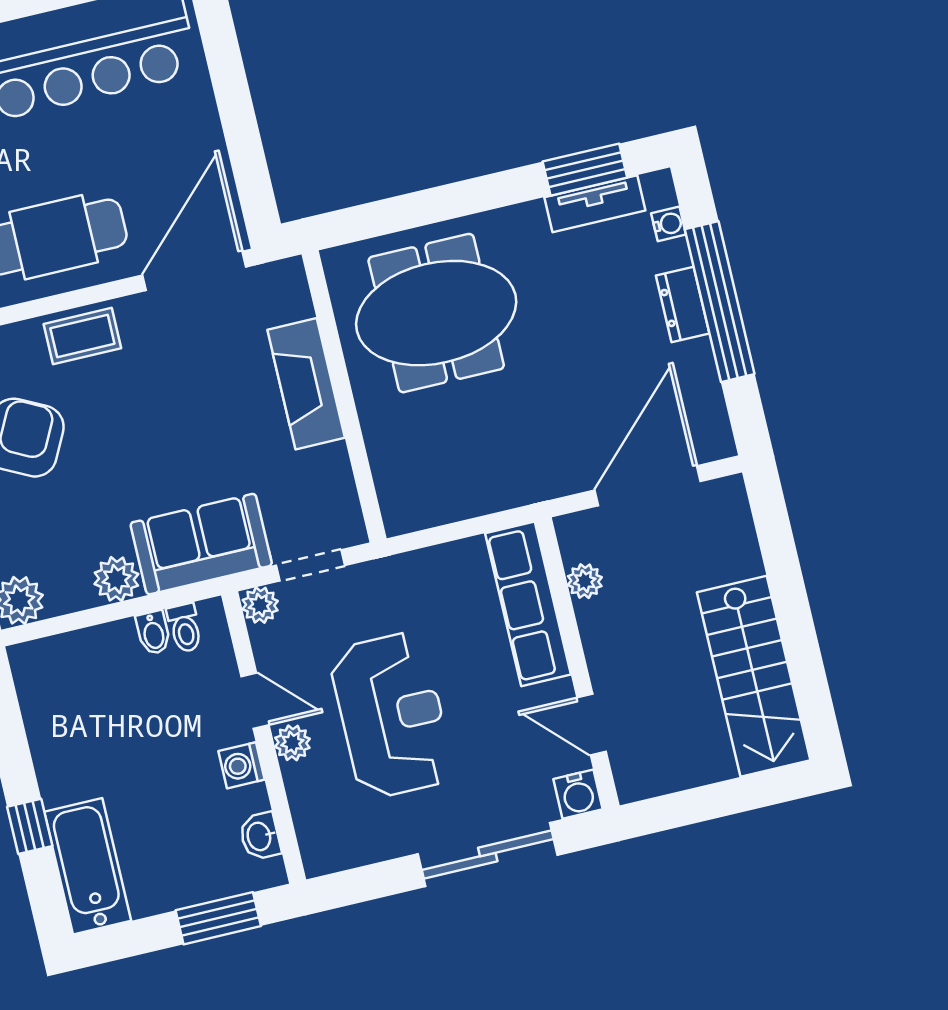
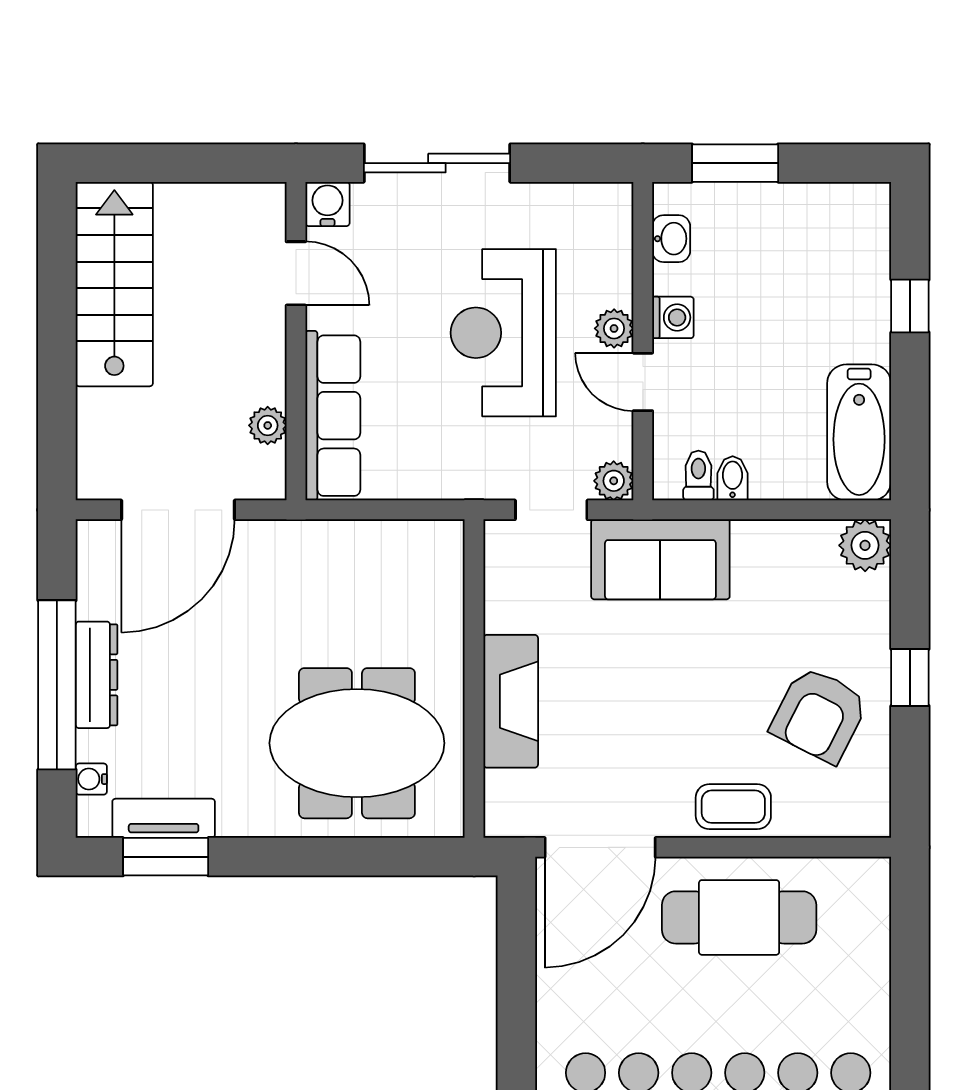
dresser: (683, 304) -> (97, 675), width x1.44
plant: (116, 579) -> (758, 544), removed
bathtub: (88, 866) -> (859, 432), moved

